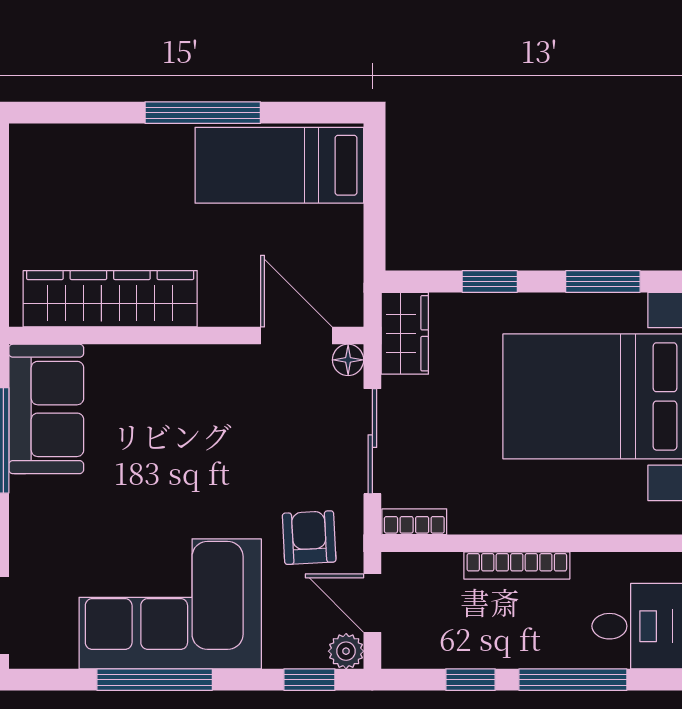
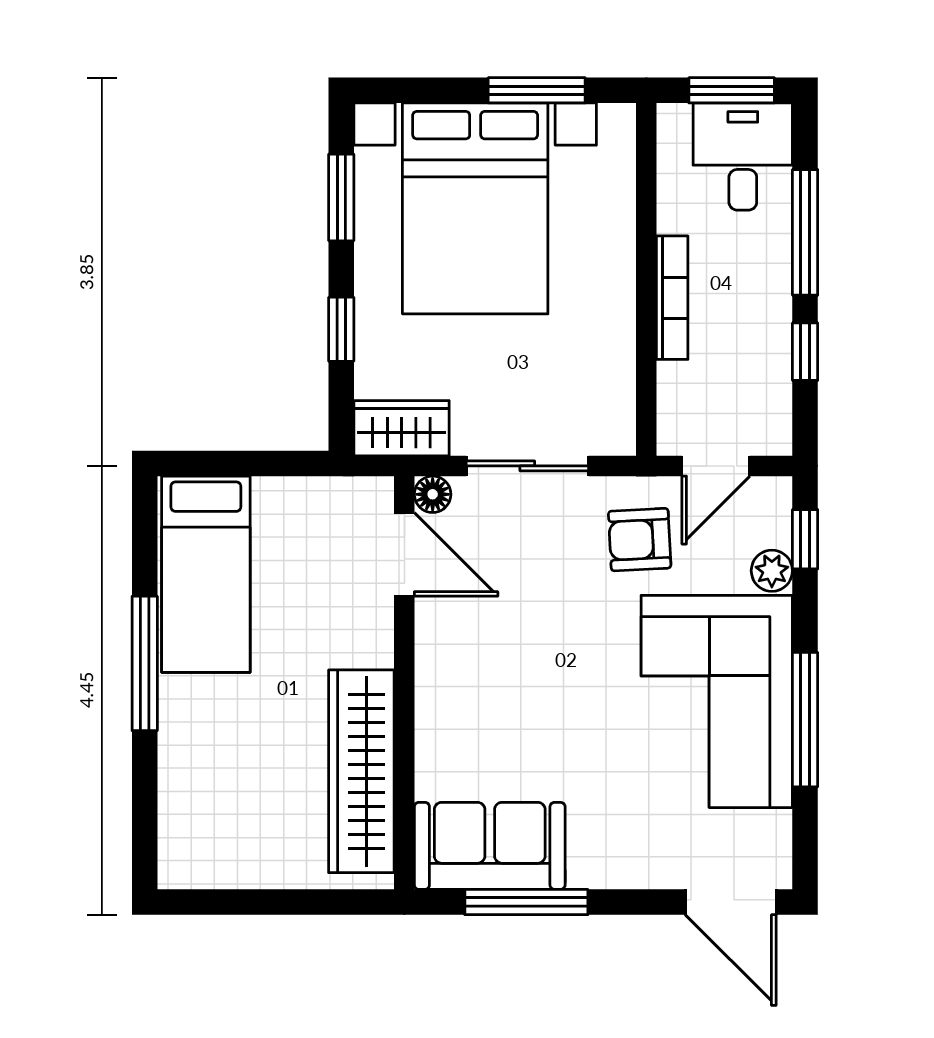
door: (296, 336) -> (404, 554), swing flipped
bookcase: (414, 522) -> (621, 417), removed
plant: (346, 651) -> (772, 571), moved

